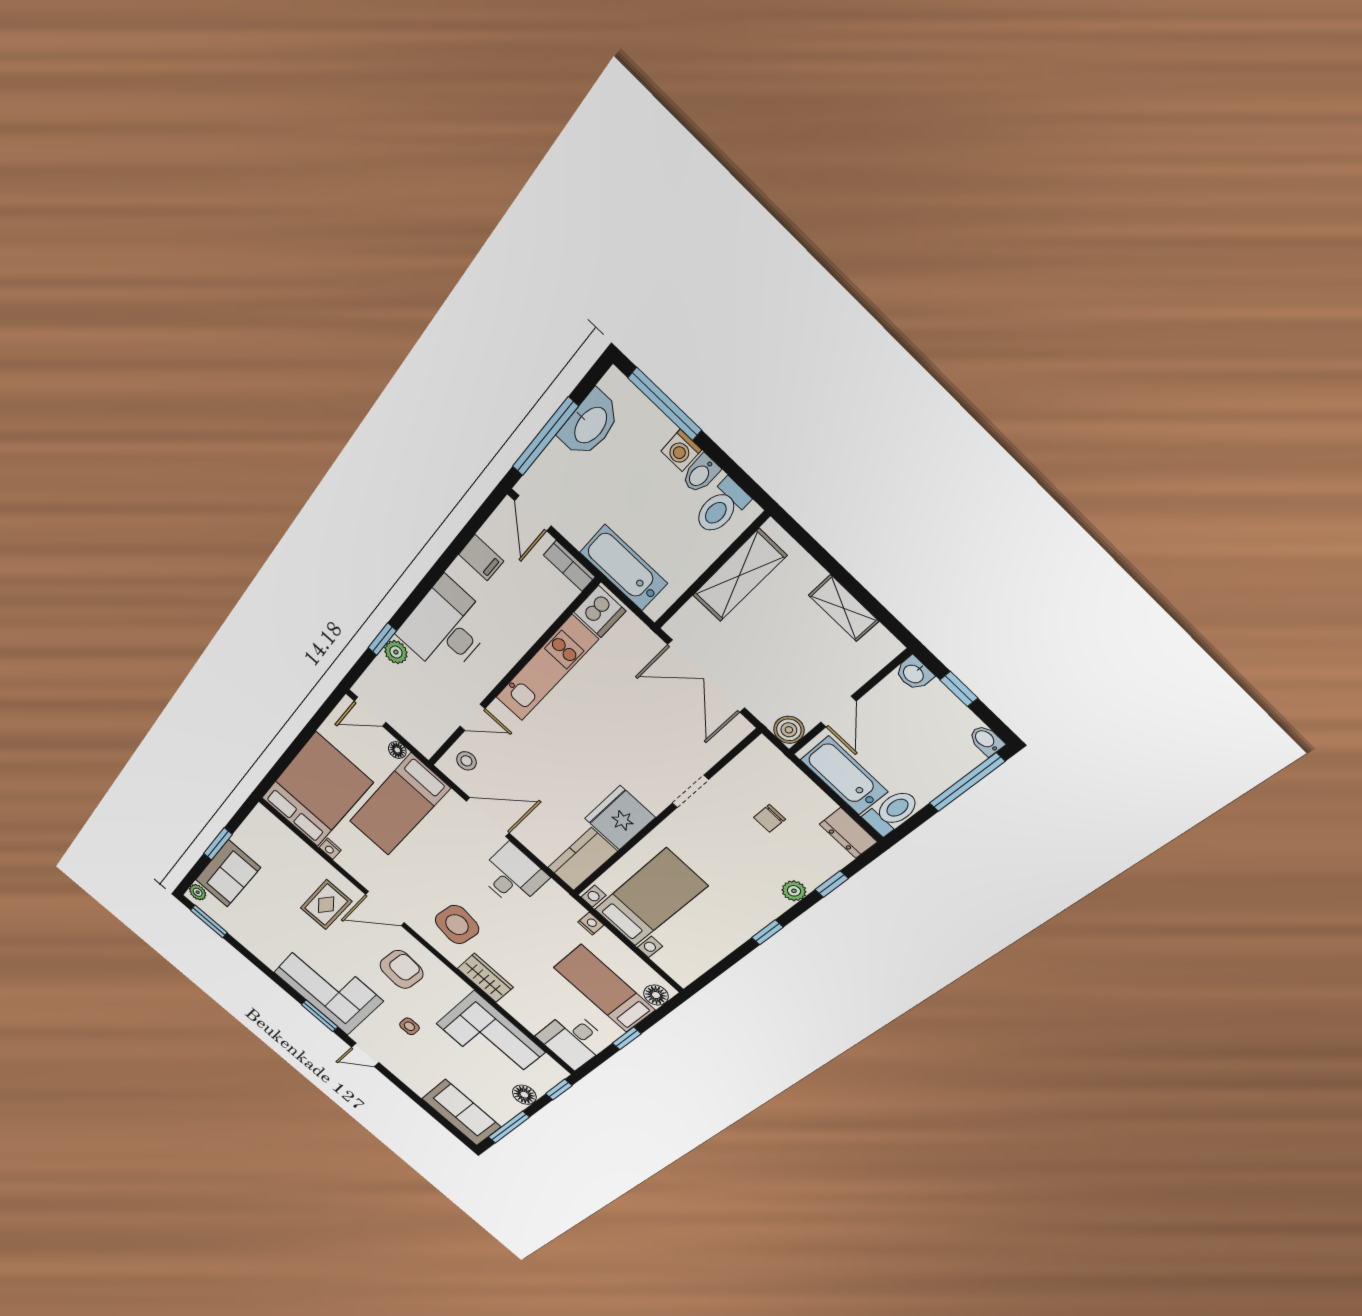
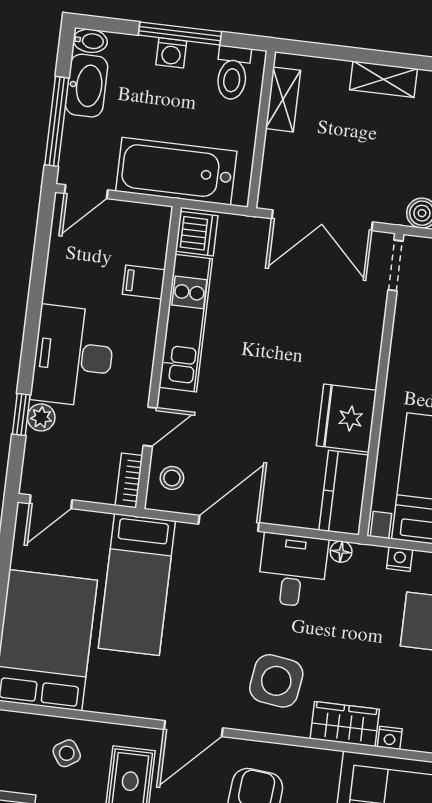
window: (665, 404) -> (180, 33), moved
bidet: (701, 474) -> (90, 41), moved, turned -90
door: (533, 513) -> (86, 192), hinge flipped
filing cabinet: (481, 558) -> (144, 282), moved, turned 180
bookcase: (569, 566) -> (129, 481), moved, turned 90
bathtub: (624, 568) -> (176, 171), width x1.36, depth x1.36
shelving: (739, 576) -> (283, 99), width x0.67, depth x0.75
floor lamp: (397, 750) -> (341, 552), moved
doorway: (690, 791) -> (396, 266), moved
nightstand: (330, 849) -> (390, 738), moved
side table: (294, 861) -> (67, 753), added

